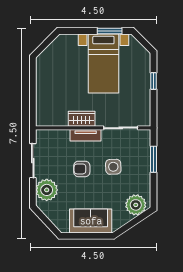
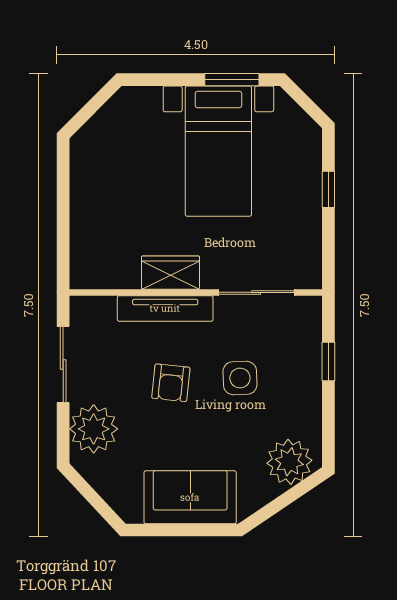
tv unit: (86, 135) -> (165, 308), width x1.41
window: (154, 159) -> (328, 361), width x0.67
armchair: (82, 169) -> (171, 383), turned -84

